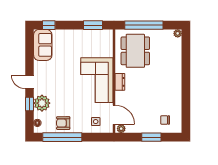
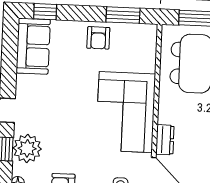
armchair: (80, 39) -> (98, 38), added
dresser: (120, 82) -> (165, 140), moved

